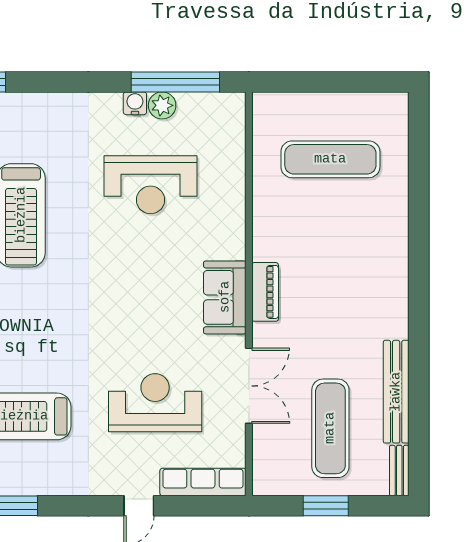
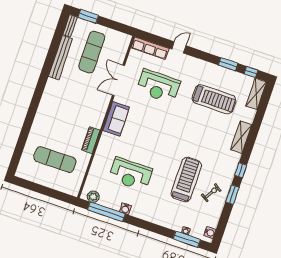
plant: (162, 105) -> (93, 197), moved
reception desk: (150, 185) -> (130, 174), turned 180
piano: (265, 292) -> (91, 140), moved
window: (326, 506) -> (88, 16), moved

